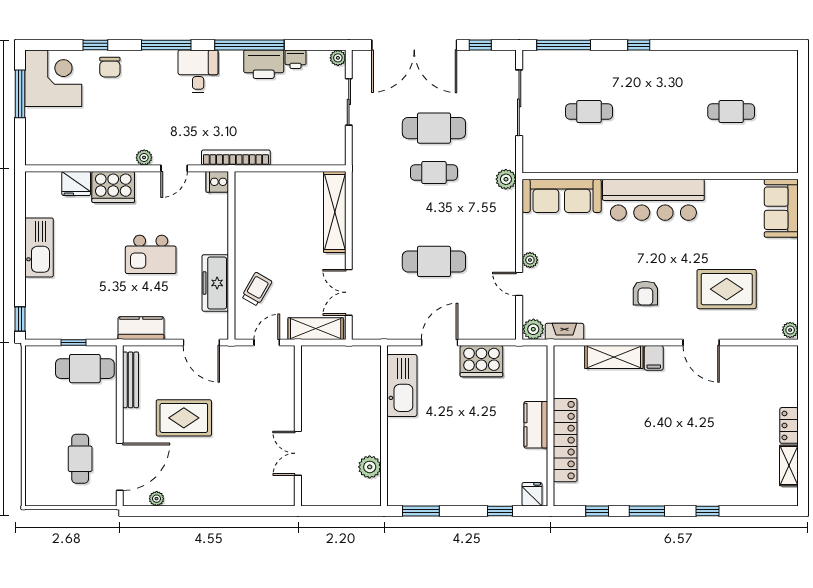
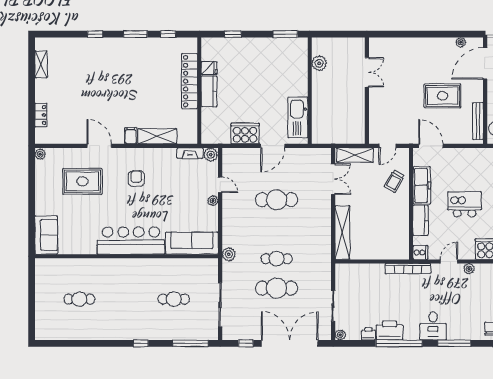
kitchen counter: (141, 328) -> (421, 220), moved, turned -90
locker: (789, 425) -> (41, 115), moved
fridge: (532, 494) -> (209, 68), moved, turned -90

